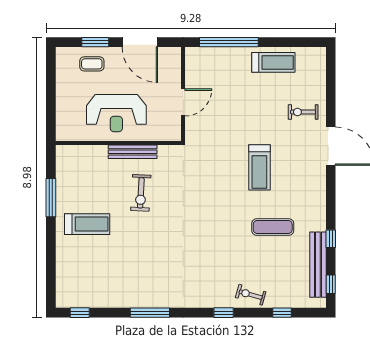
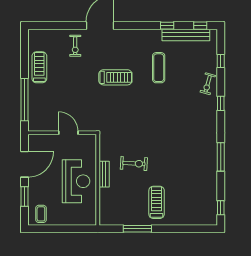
coffee table: (92, 64) -> (41, 214), moved
bench: (133, 152) -> (104, 174), width x0.73

